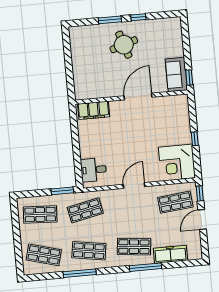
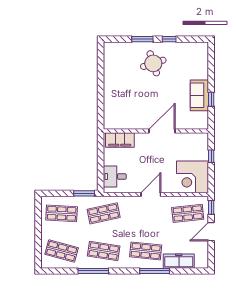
door: (138, 96) -> (162, 131), moved
wall: (131, 97) -> (156, 131), moved
filing cabinet: (94, 110) -> (120, 140), moved

